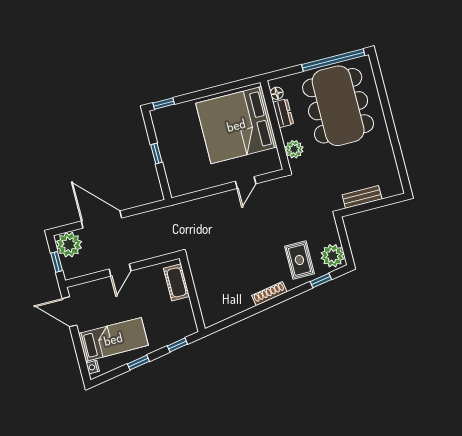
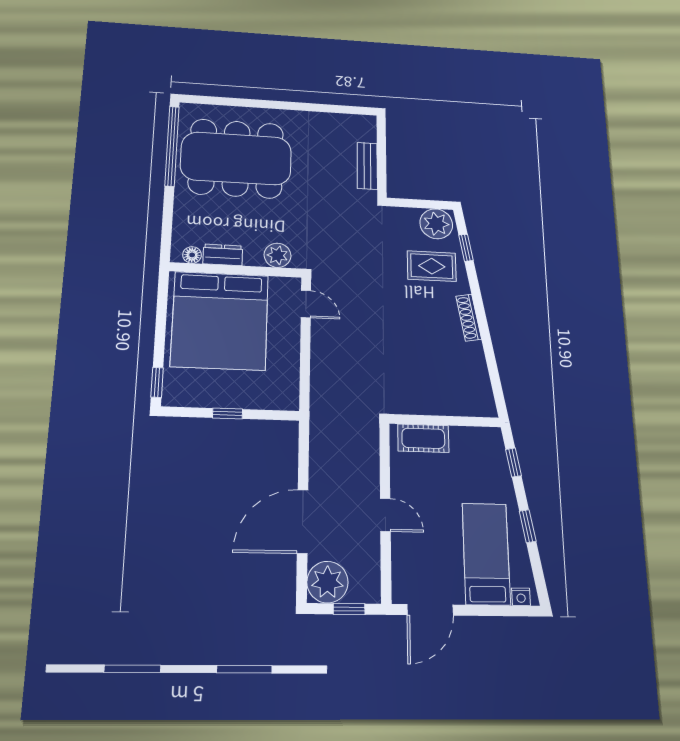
floor lamp: (277, 93) -> (192, 255), moved
dresser: (283, 113) -> (223, 255), moved
bed: (236, 125) -> (220, 321), moved
wall: (275, 125) -> (236, 270), moved
plant: (294, 149) -> (278, 255), moved

